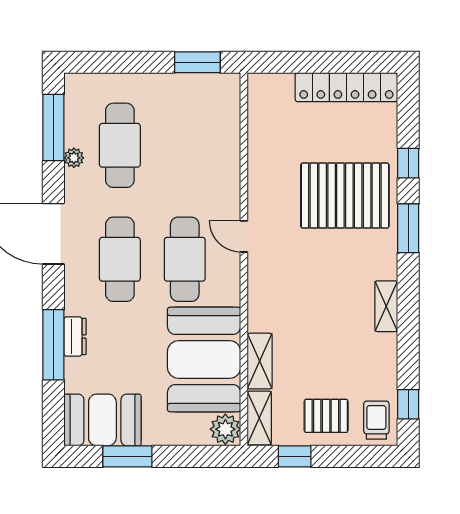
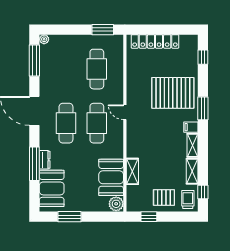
locker: (346, 87) -> (155, 41), moved
cafe table: (120, 145) -> (97, 69), moved
plant: (74, 158) -> (44, 39), moved
window: (408, 163) -> (203, 57), moved
filing cabinet: (383, 268) -> (191, 127), added
booth: (204, 359) -> (111, 177), width x0.73, depth x0.70
shelving: (259, 418) -> (192, 171), moved
booth: (102, 420) -> (52, 188), moved, turned 90

